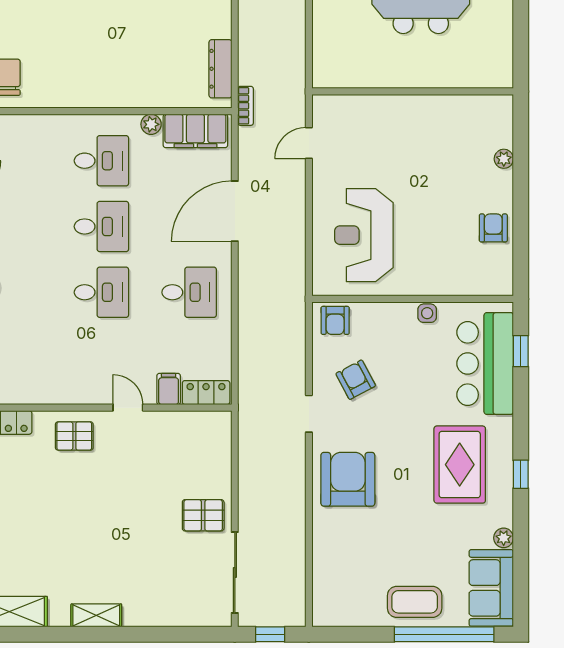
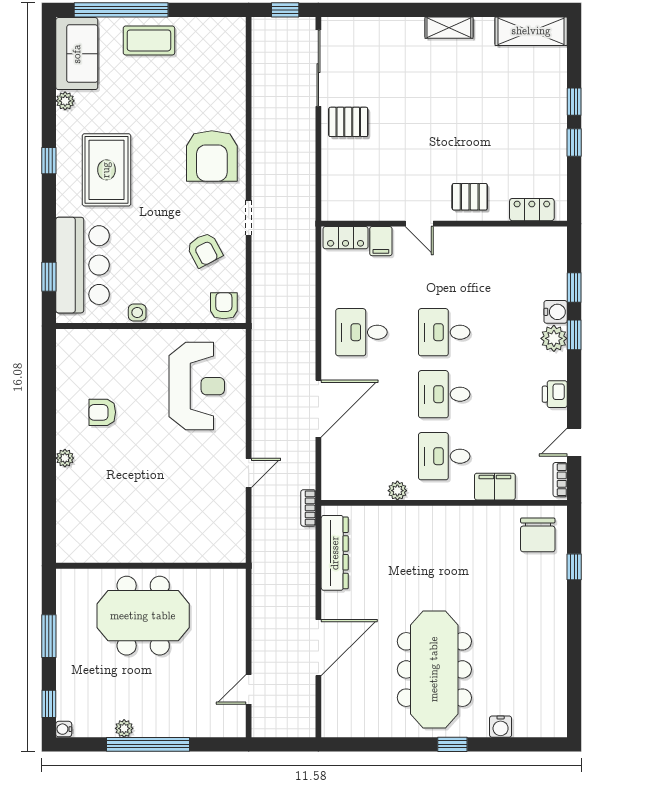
dresser: (220, 69) -> (335, 553), width x1.37, depth x1.24
wall: (413, 91) -> (151, 566), moved
filing cabinet: (195, 131) -> (495, 487), moved, width x0.67, depth x0.86
armchair: (493, 228) -> (102, 412), moved, turned 90

